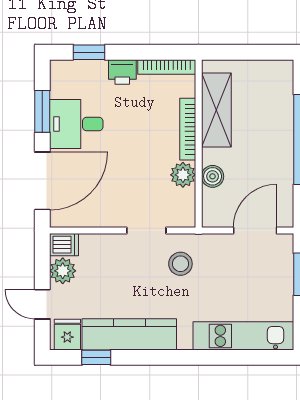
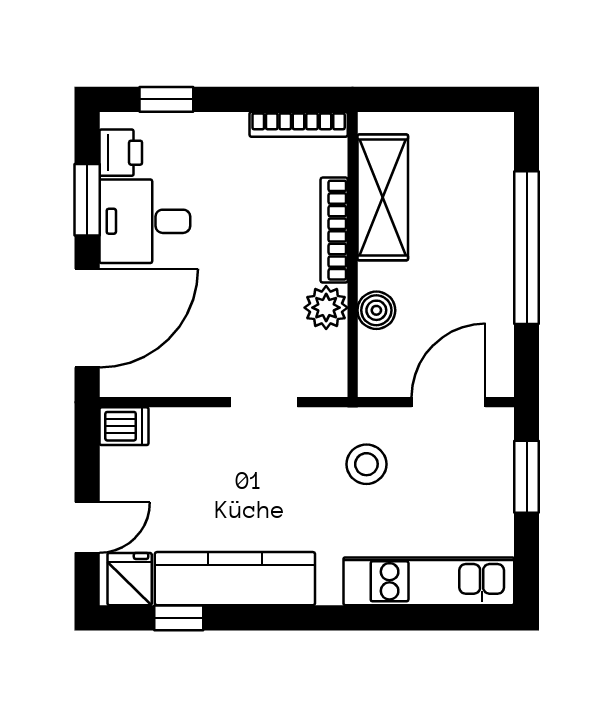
printer: (122, 72) -> (121, 153), moved, turned -90
stool: (180, 264) -> (366, 464), moved
plant: (63, 271) -> (122, 471), removed
door: (42, 304) -> (87, 527), swing flipped

